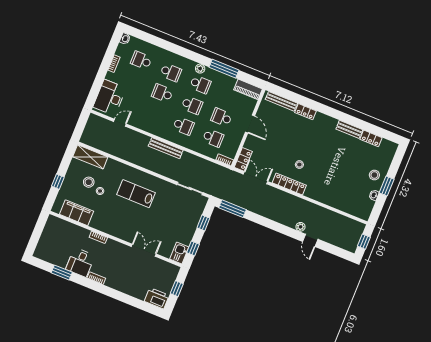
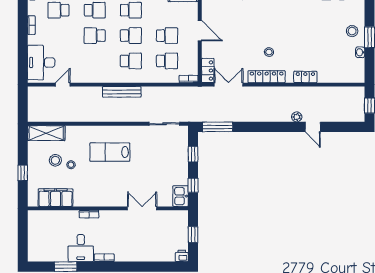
school desk: (221, 117) -> (167, 36), turned 180
locker: (321, 197) -> (305, 77), added
printer: (157, 298) -> (182, 256), width x0.53, depth x0.68

